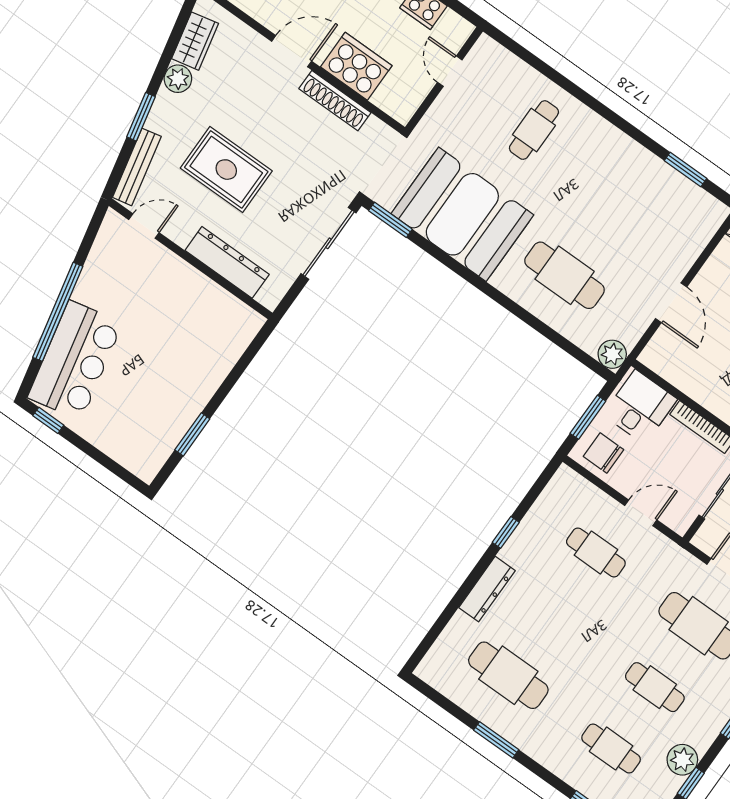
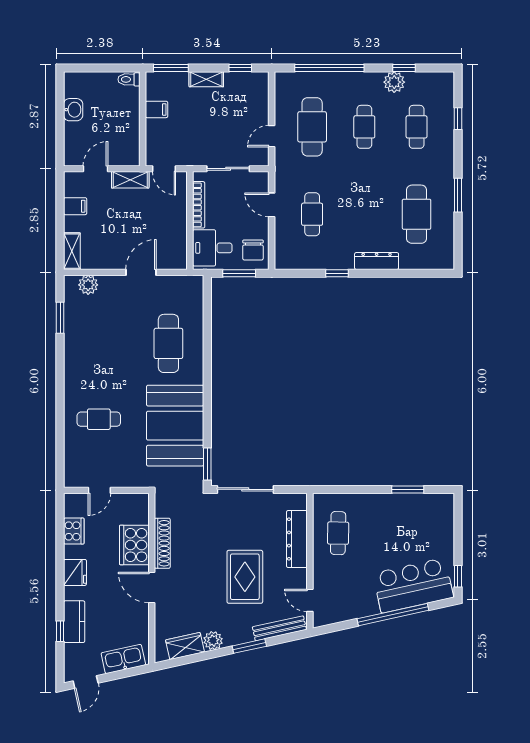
cafe table: (199, 316) -> (338, 533), added
plant: (612, 354) -> (88, 285), moved

